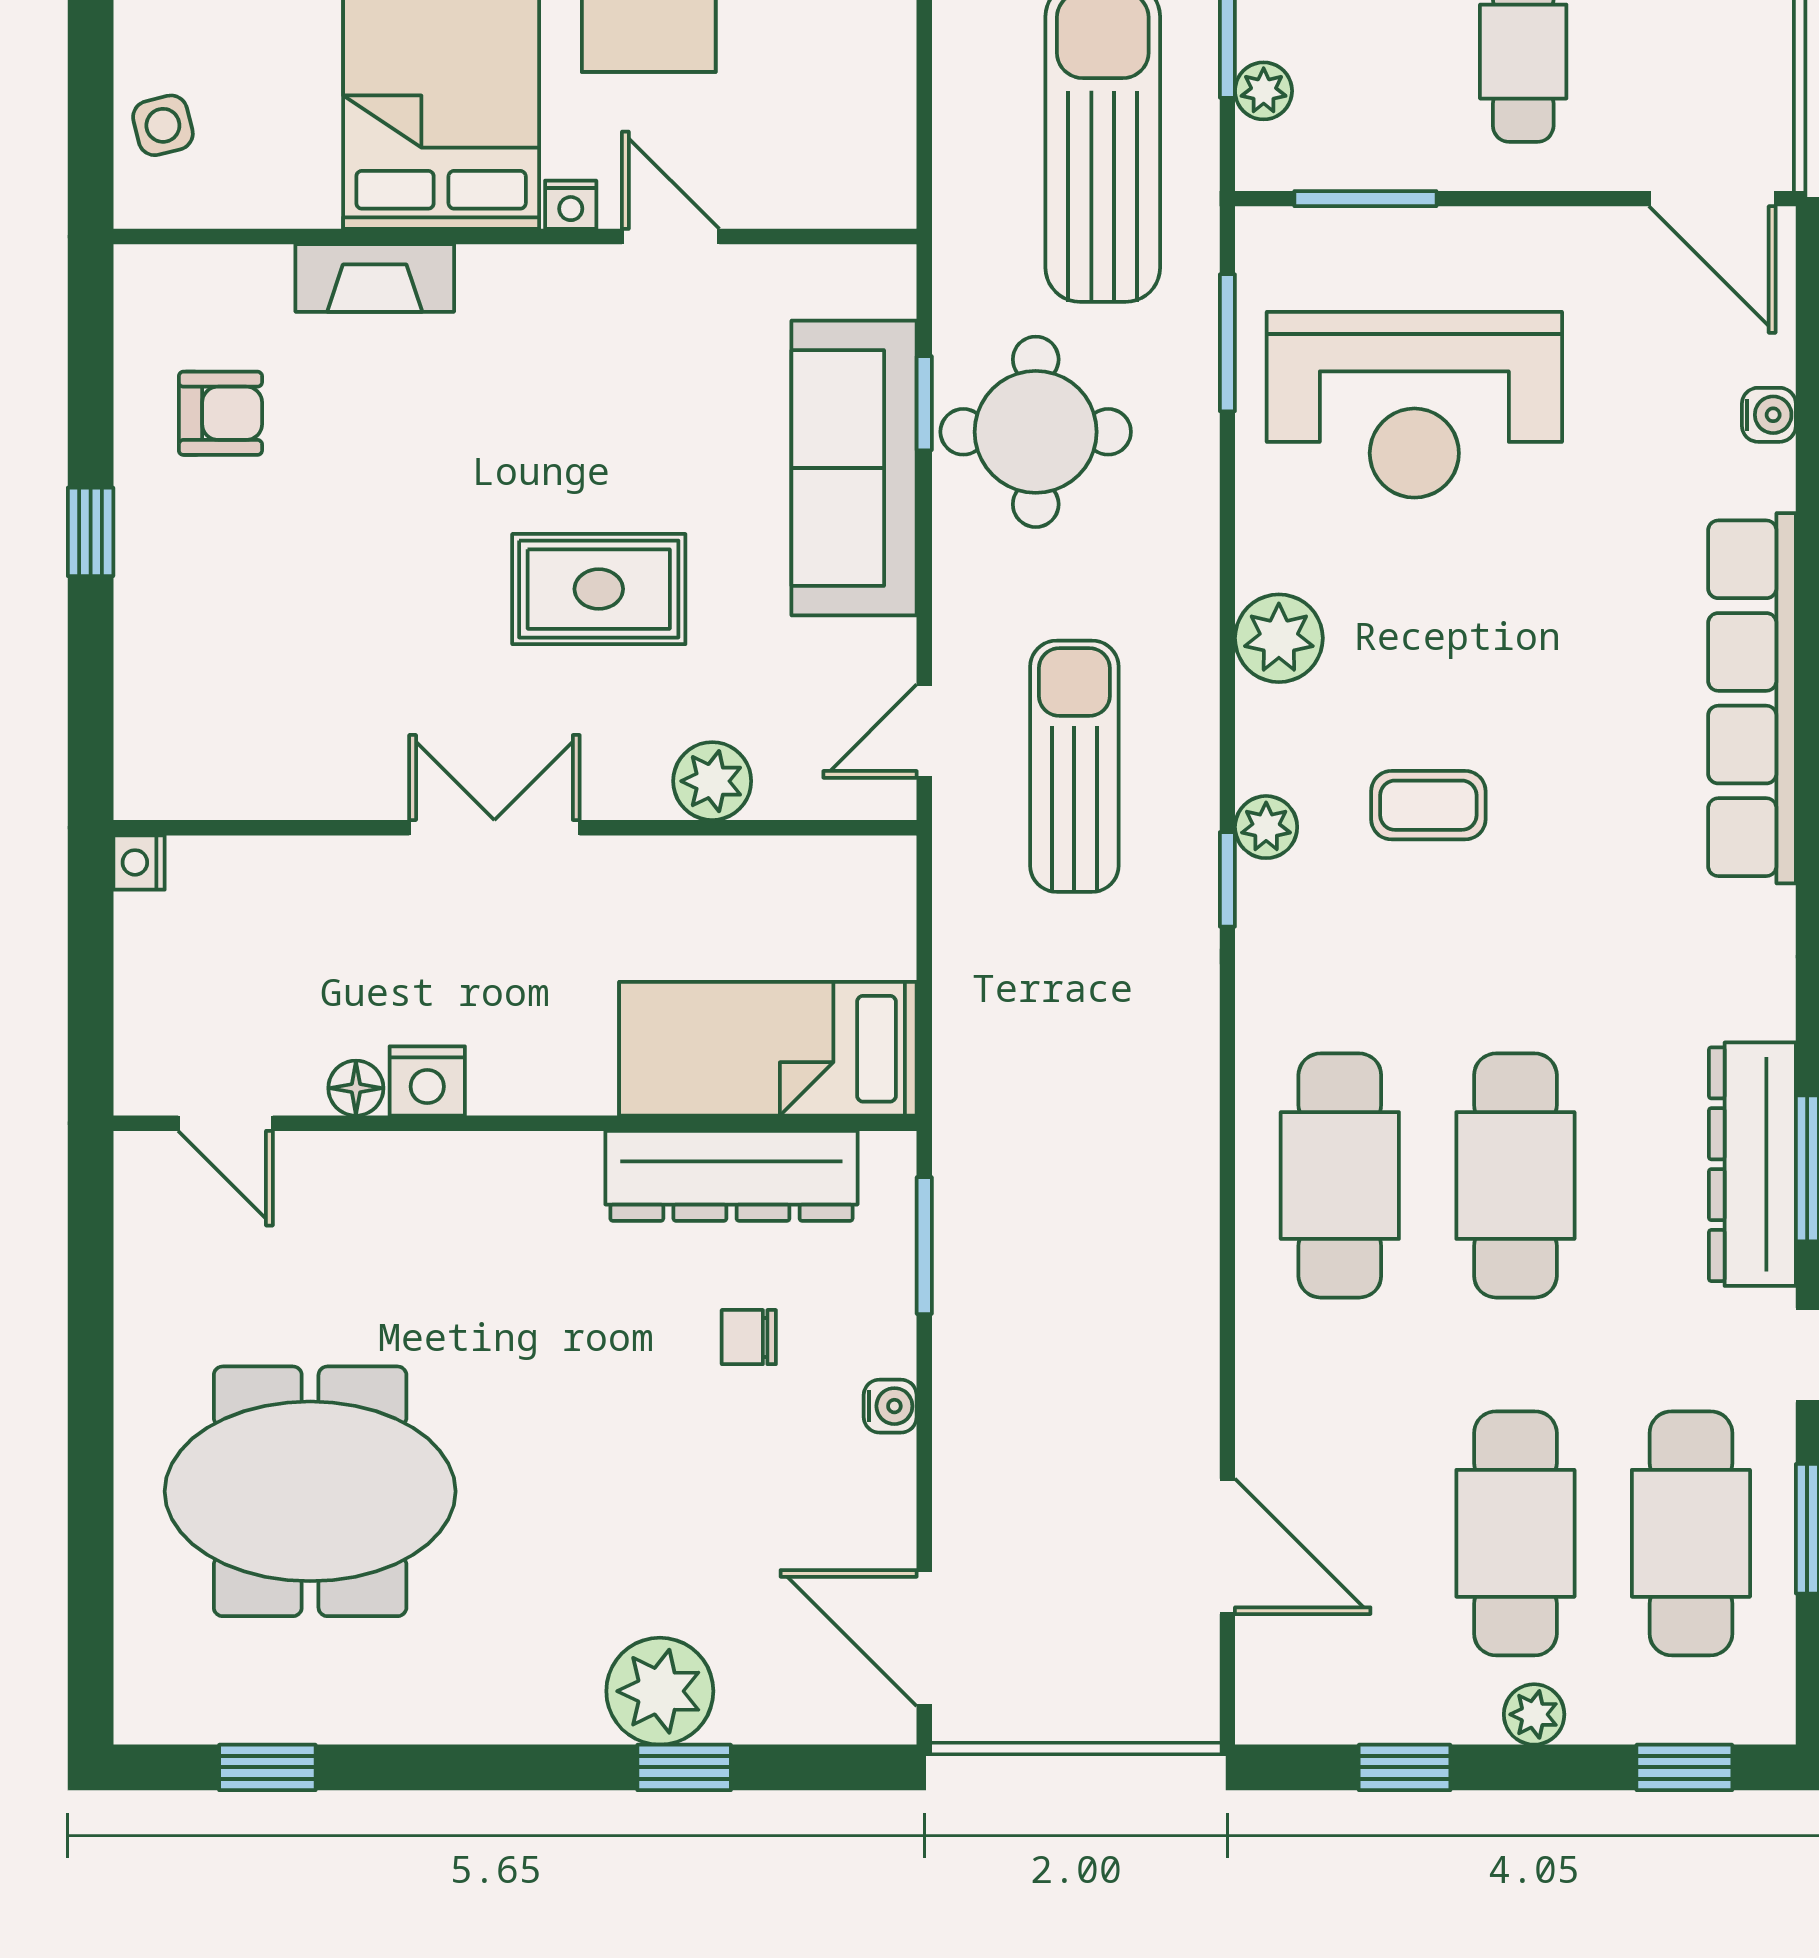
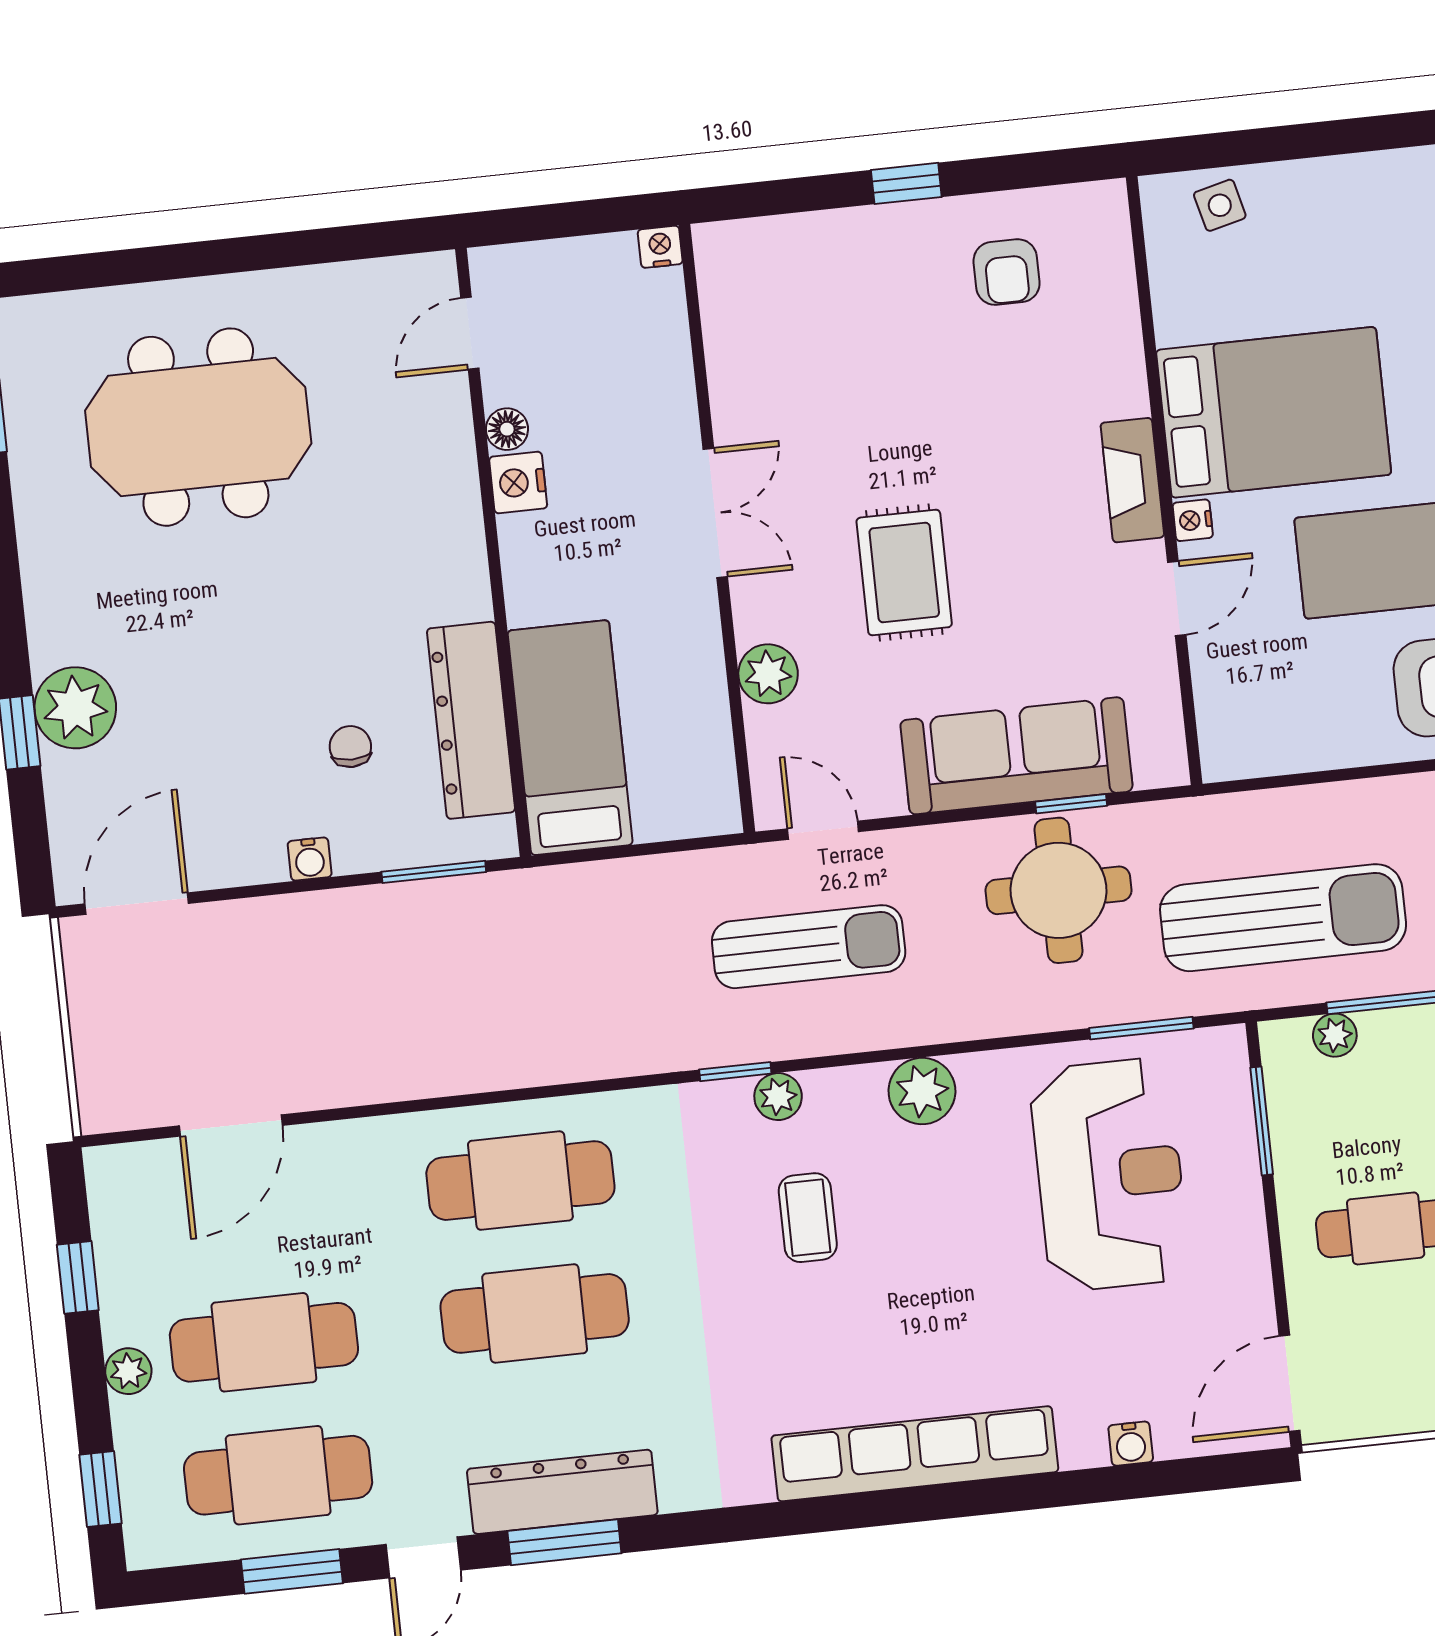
fireplace: (375, 278) -> (1132, 480), moved
reception desk: (1414, 405) -> (1110, 1175), turned 180
meeting table: (310, 1491) -> (198, 427), turned 90

